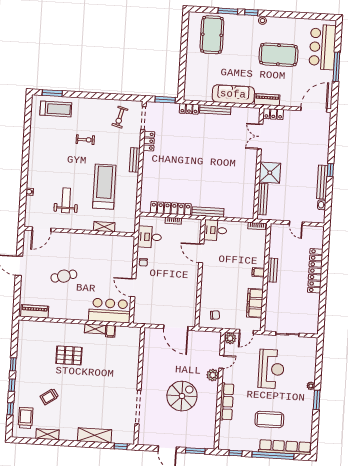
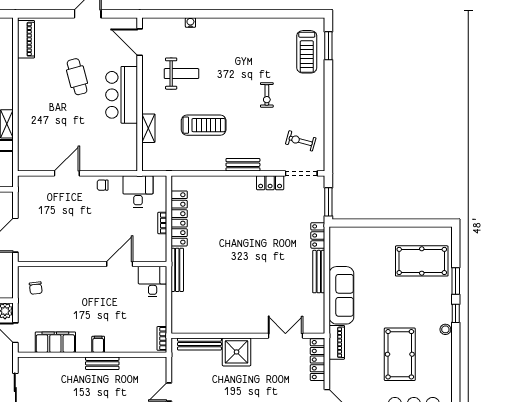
locker: (273, 114) -> (318, 360), width x1.53
treadmill: (104, 187) -> (204, 125), width x0.73, depth x0.73
bar counter: (110, 311) -> (122, 95), moved, turned 180

